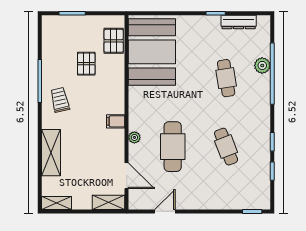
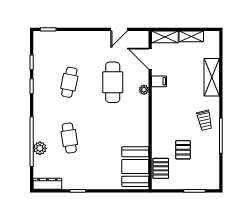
dresser: (239, 22) -> (47, 184), moved
booth: (152, 52) -> (135, 167), width x0.73, depth x0.70
filing cabinet: (116, 121) -> (159, 81), moved
cafe table: (226, 147) -> (69, 82), turned 33
shelving: (57, 203) -> (191, 36), moved

